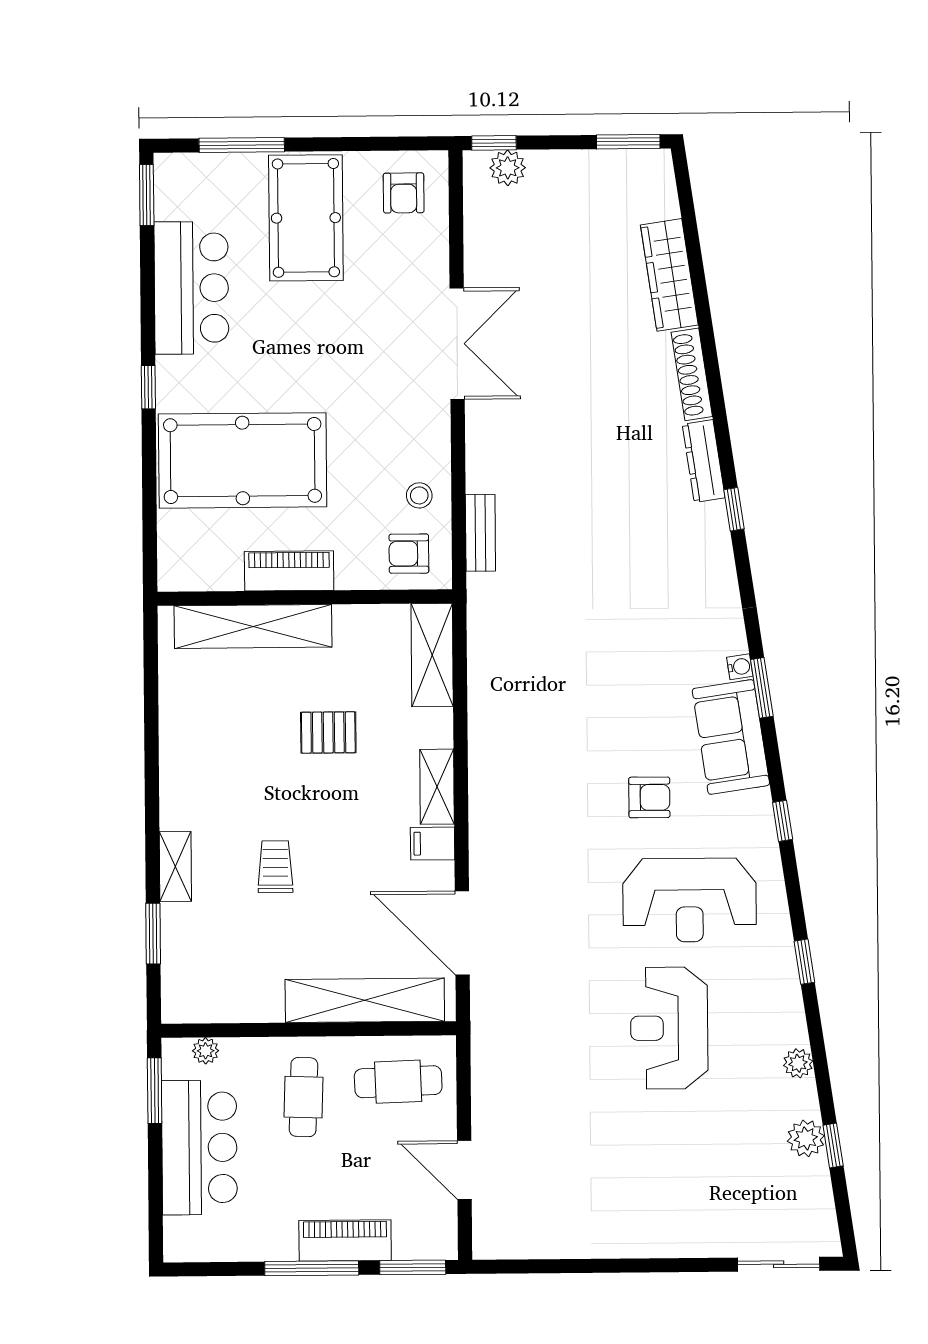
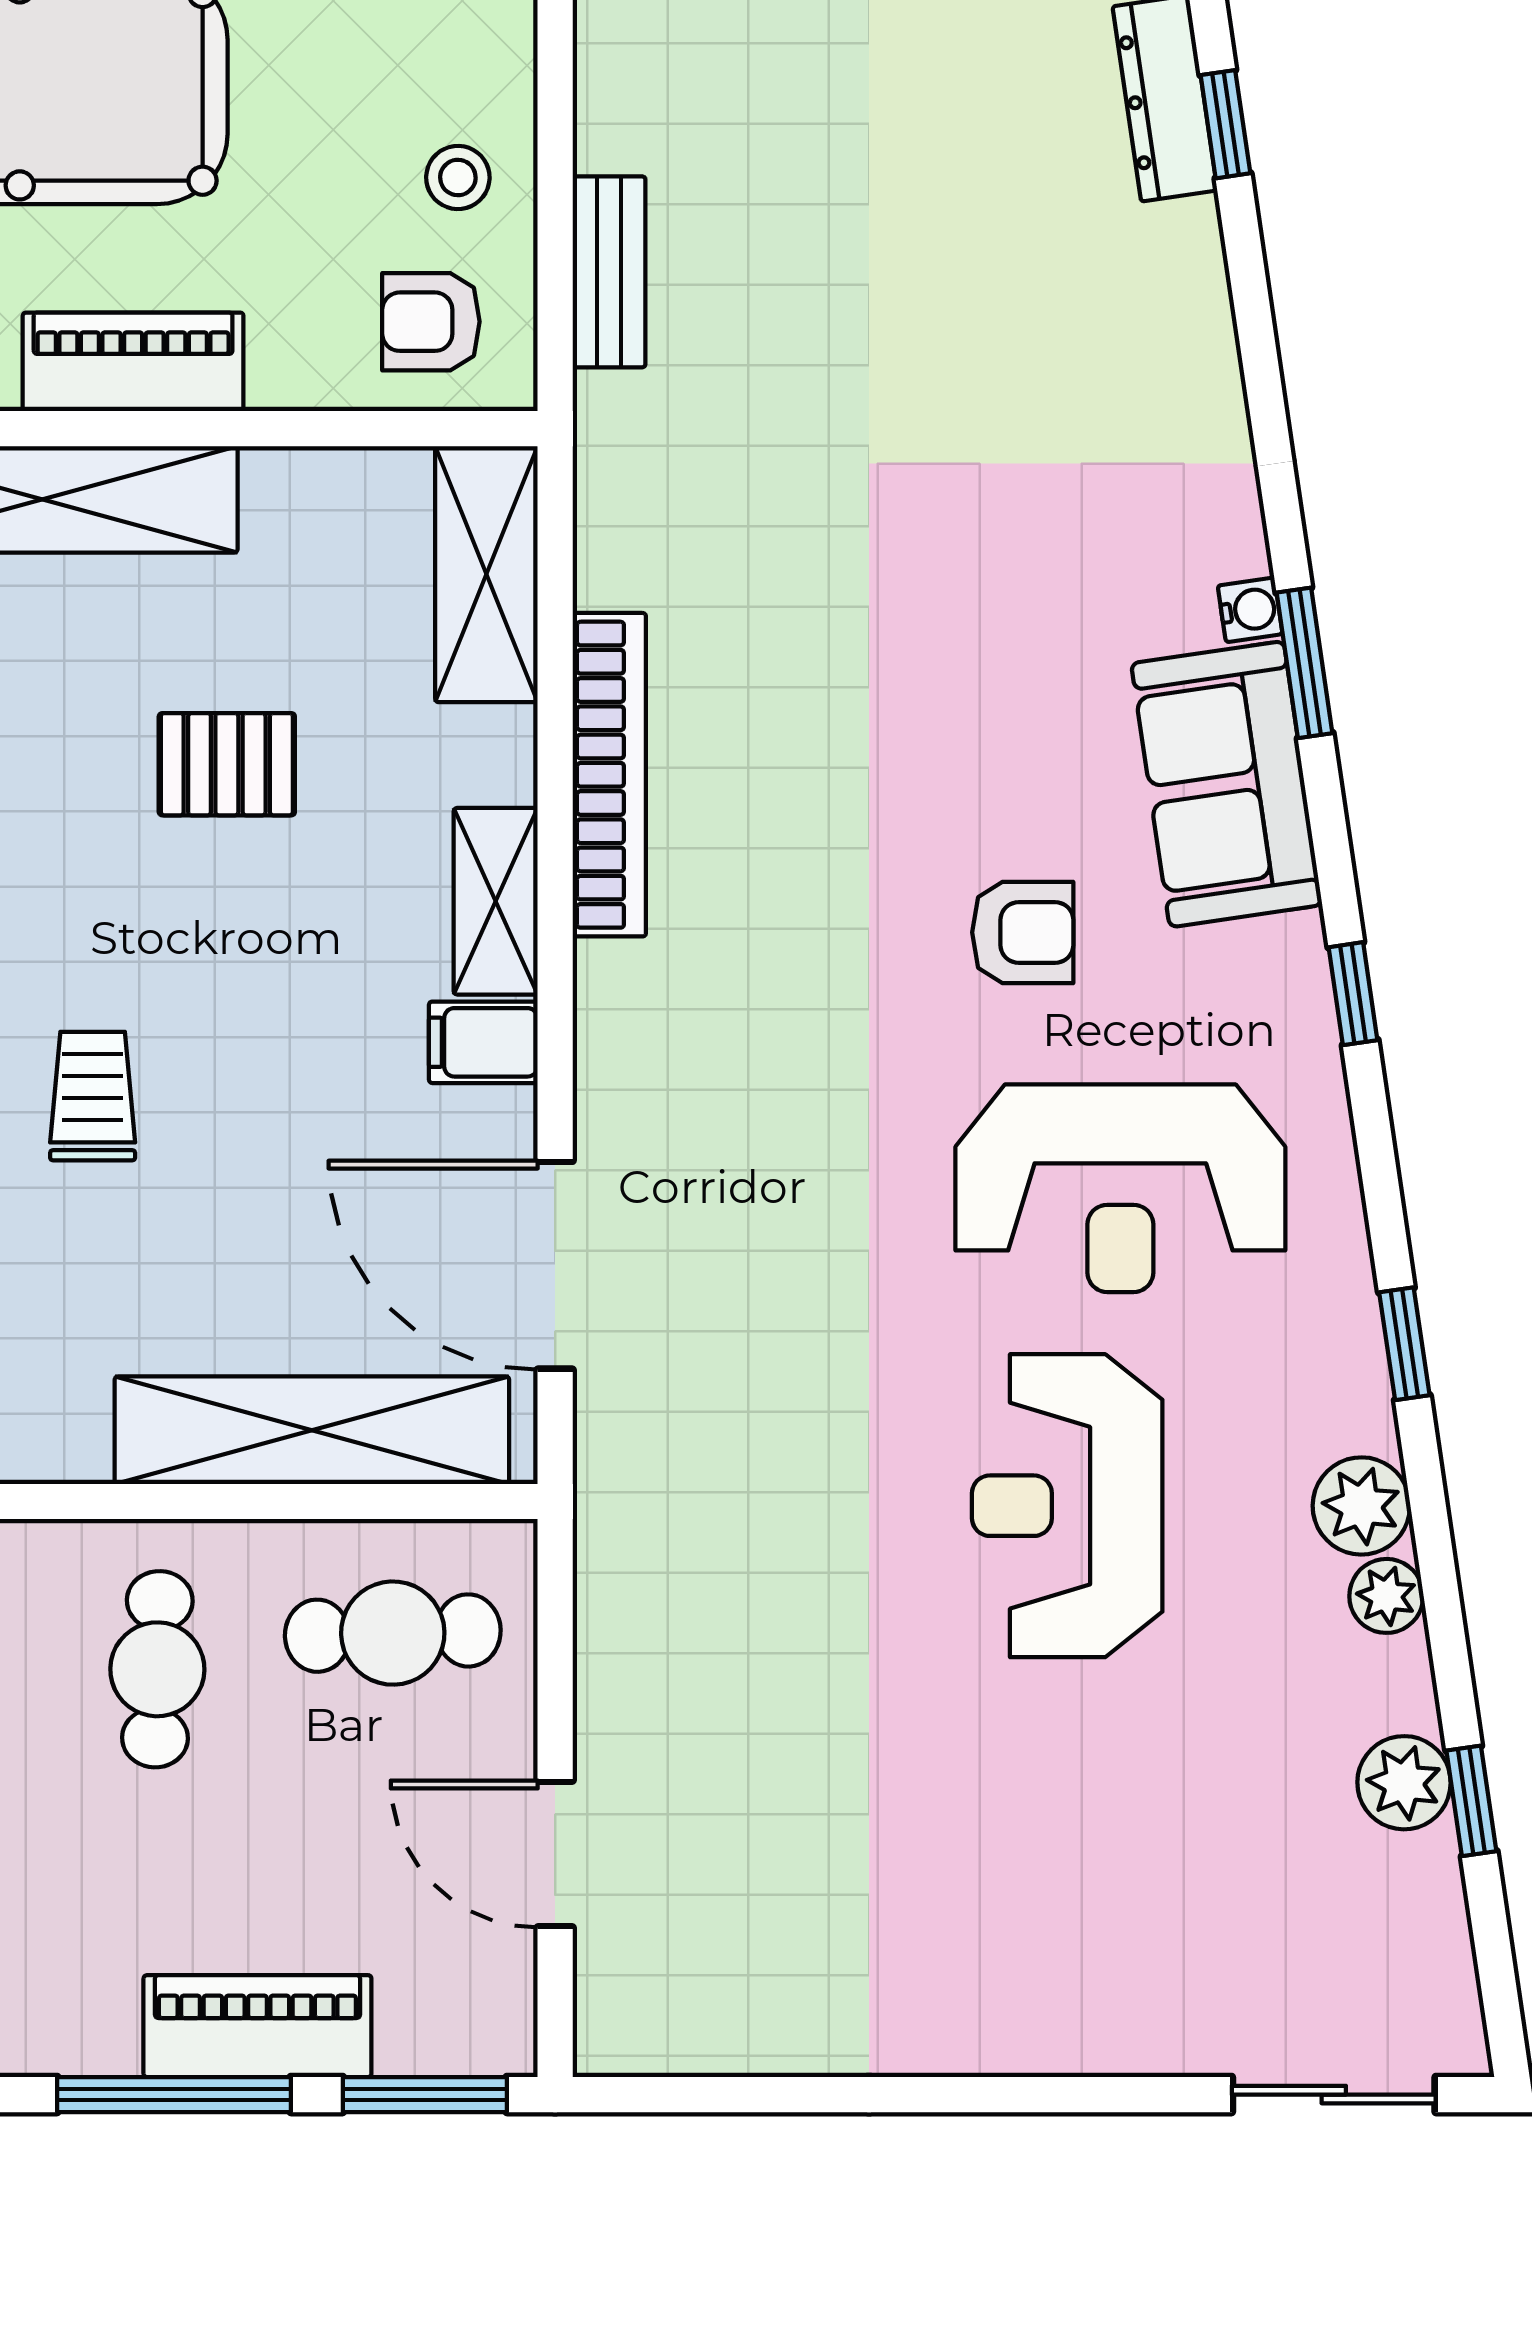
window: (734, 509) -> (1225, 124), moved
bookcase: (482, 735) -> (609, 775), added
plant: (788, 1027) -> (1361, 1506), added

